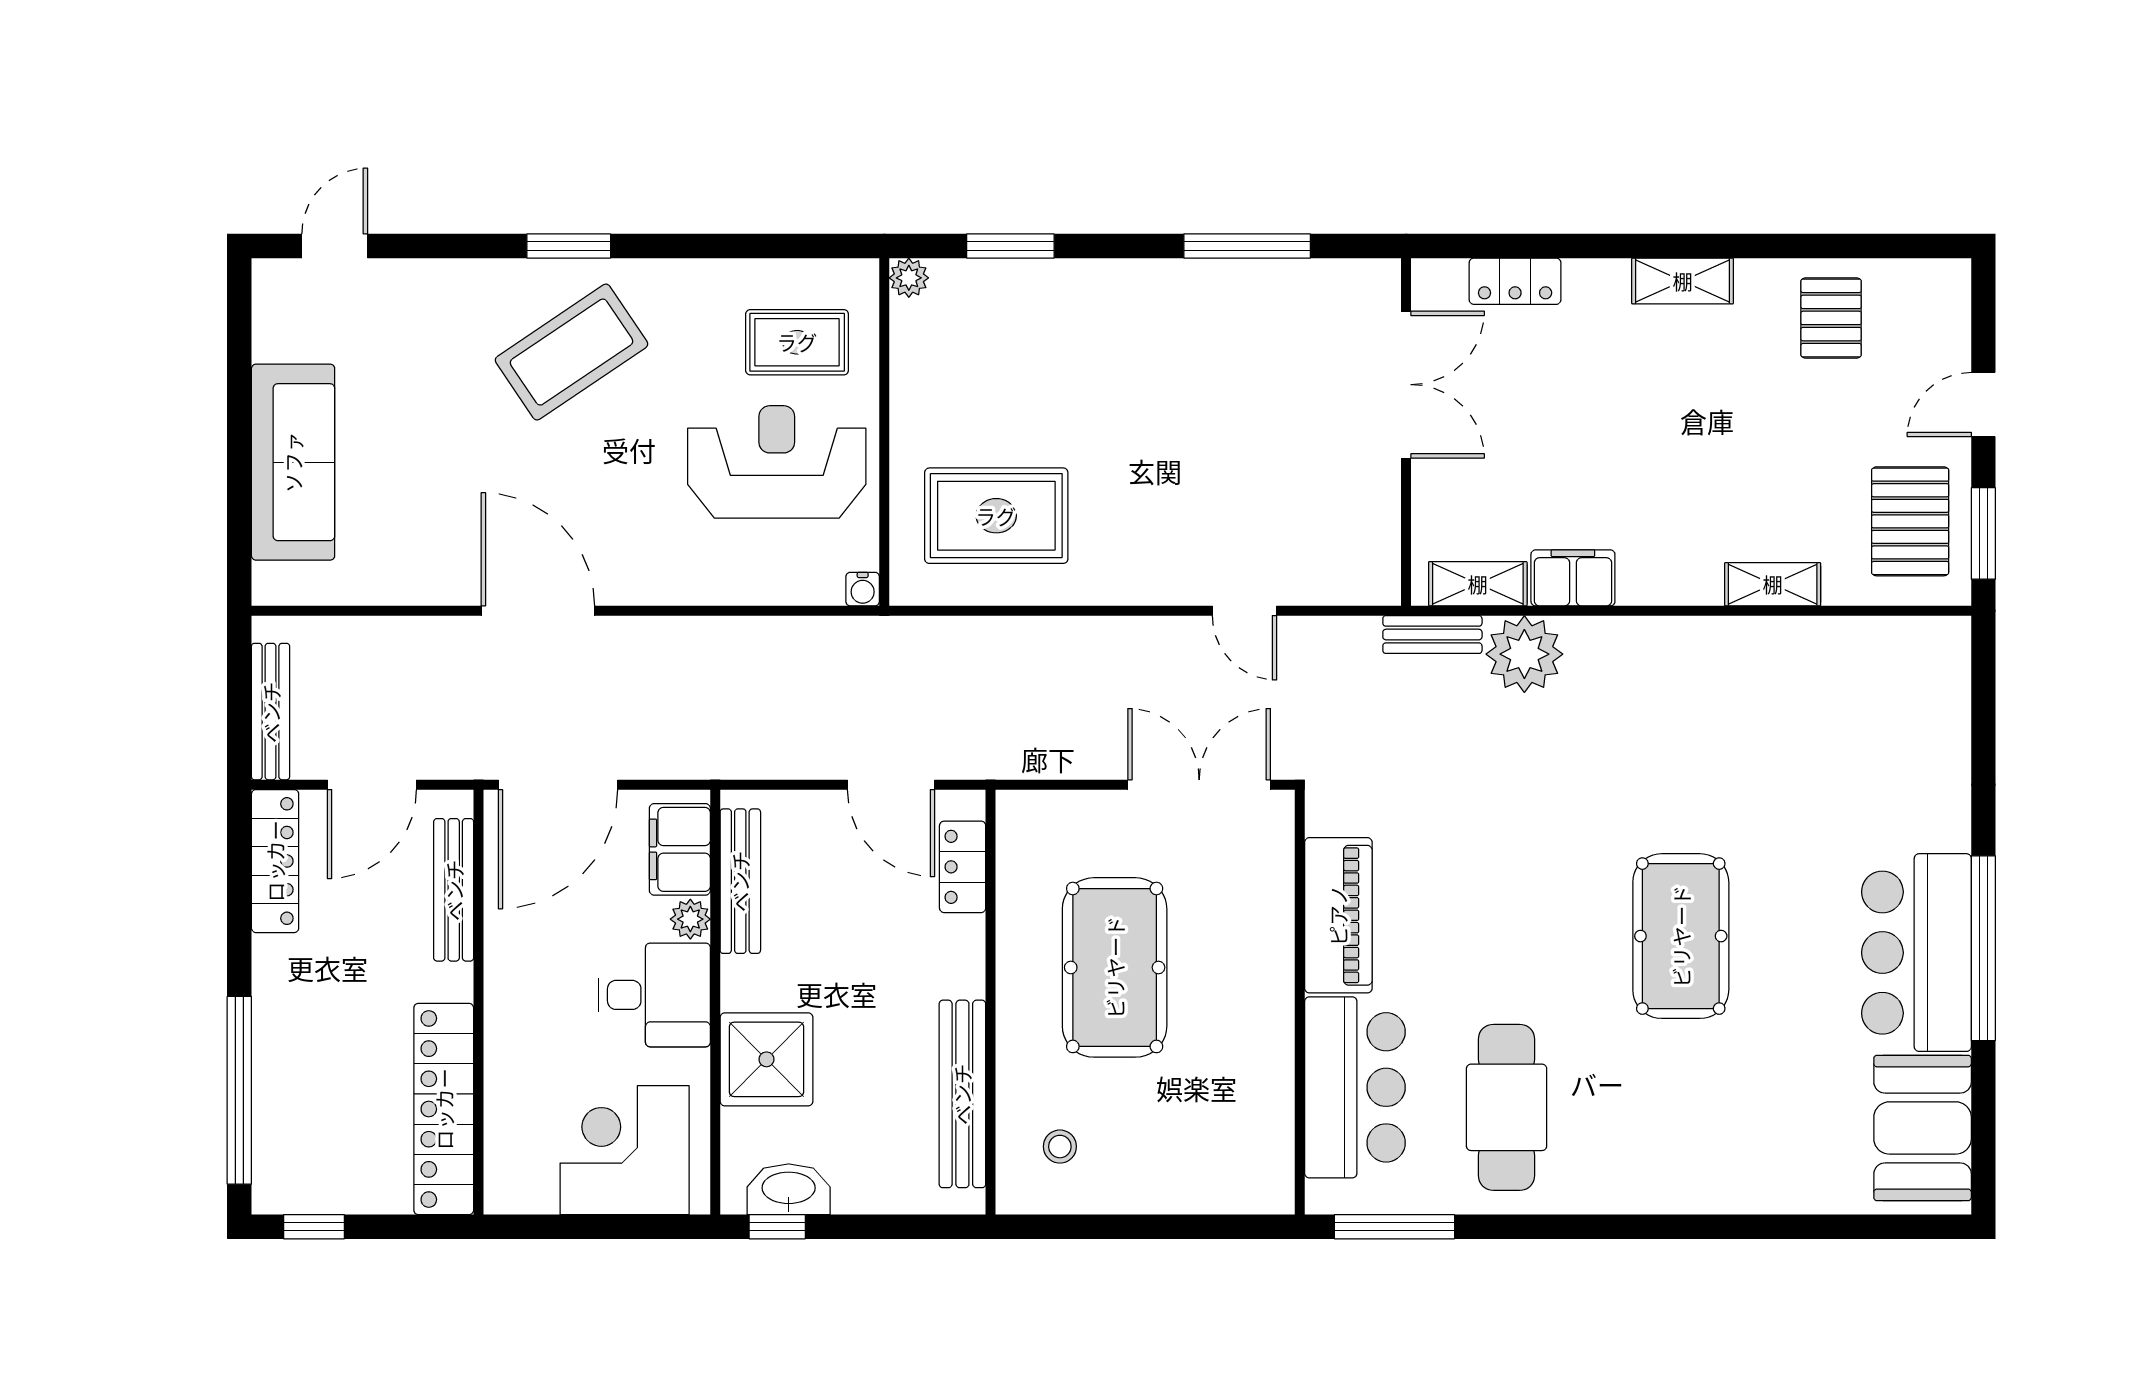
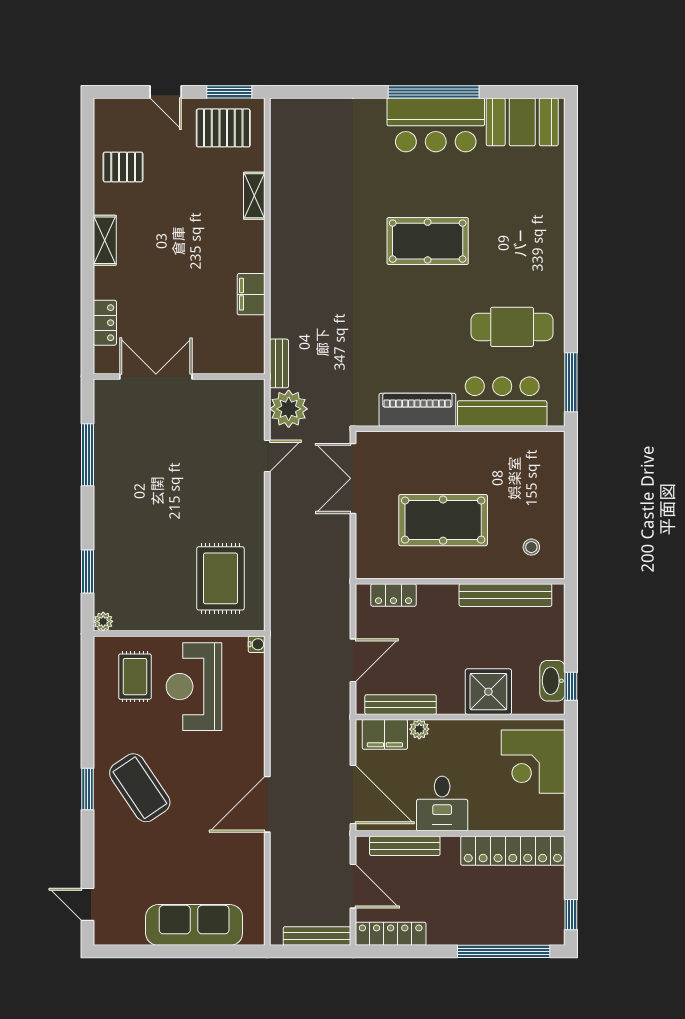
shelving: (1478, 584) -> (254, 341), removed
plant: (1524, 654) -> (289, 409), moved
door: (891, 785) -> (353, 660), moved
desk: (654, 995) -> (442, 804), moved, turned 180

